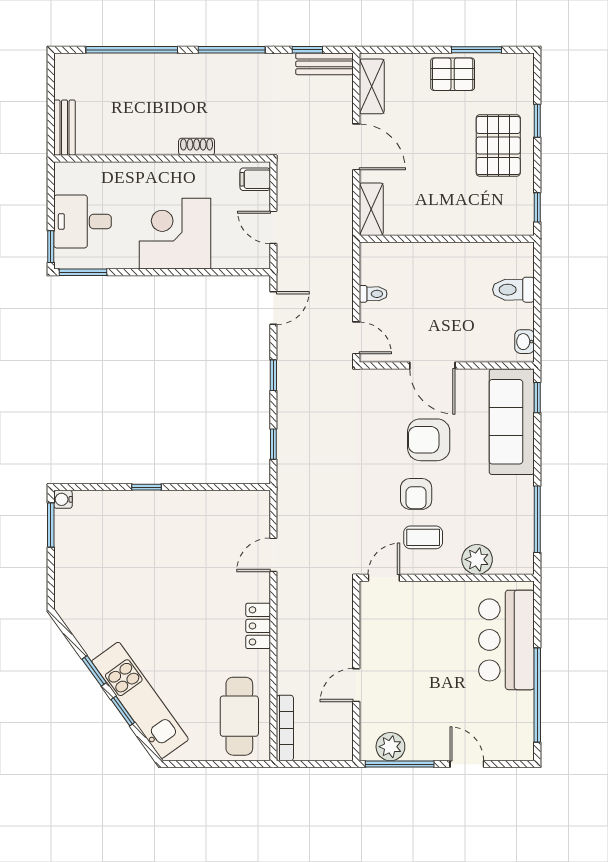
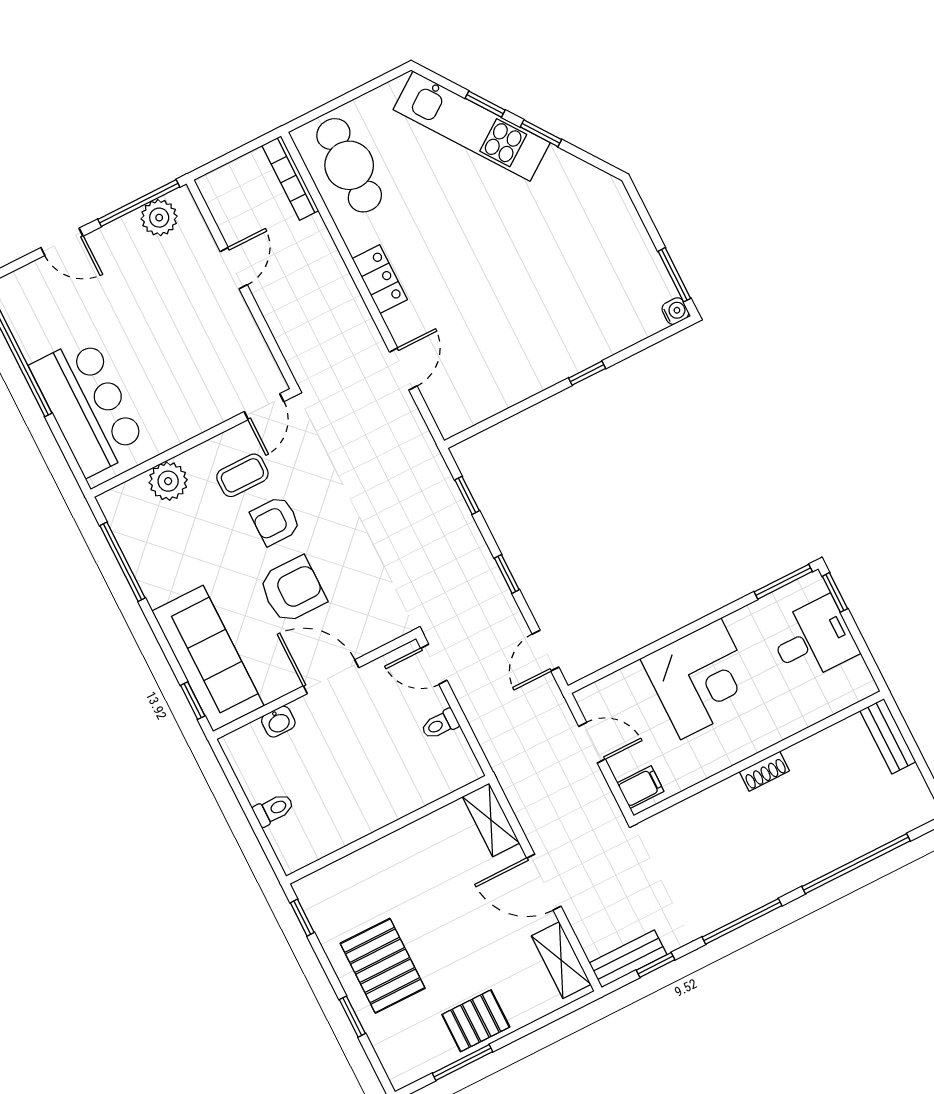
shoe rack: (197, 147) -> (764, 771), moved
toilet: (513, 290) -> (274, 809), width x0.73, depth x0.72
washbasin: (525, 342) -> (278, 722), moved, turned 90
armchair: (416, 494) -> (276, 521), turned -90

